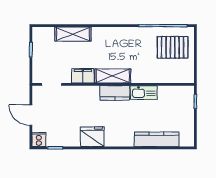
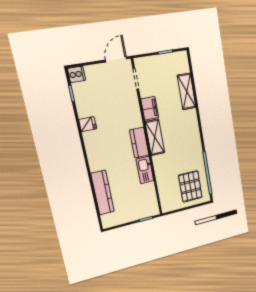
door: (31, 115) -> (116, 59), moved
fridge: (92, 137) -> (88, 124), width x0.53, depth x0.75

